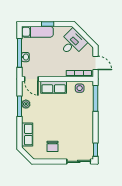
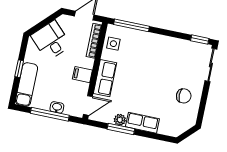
filing cabinet: (53, 70) -> (82, 75), added
row of seats: (27, 135) -> (142, 123), moved

